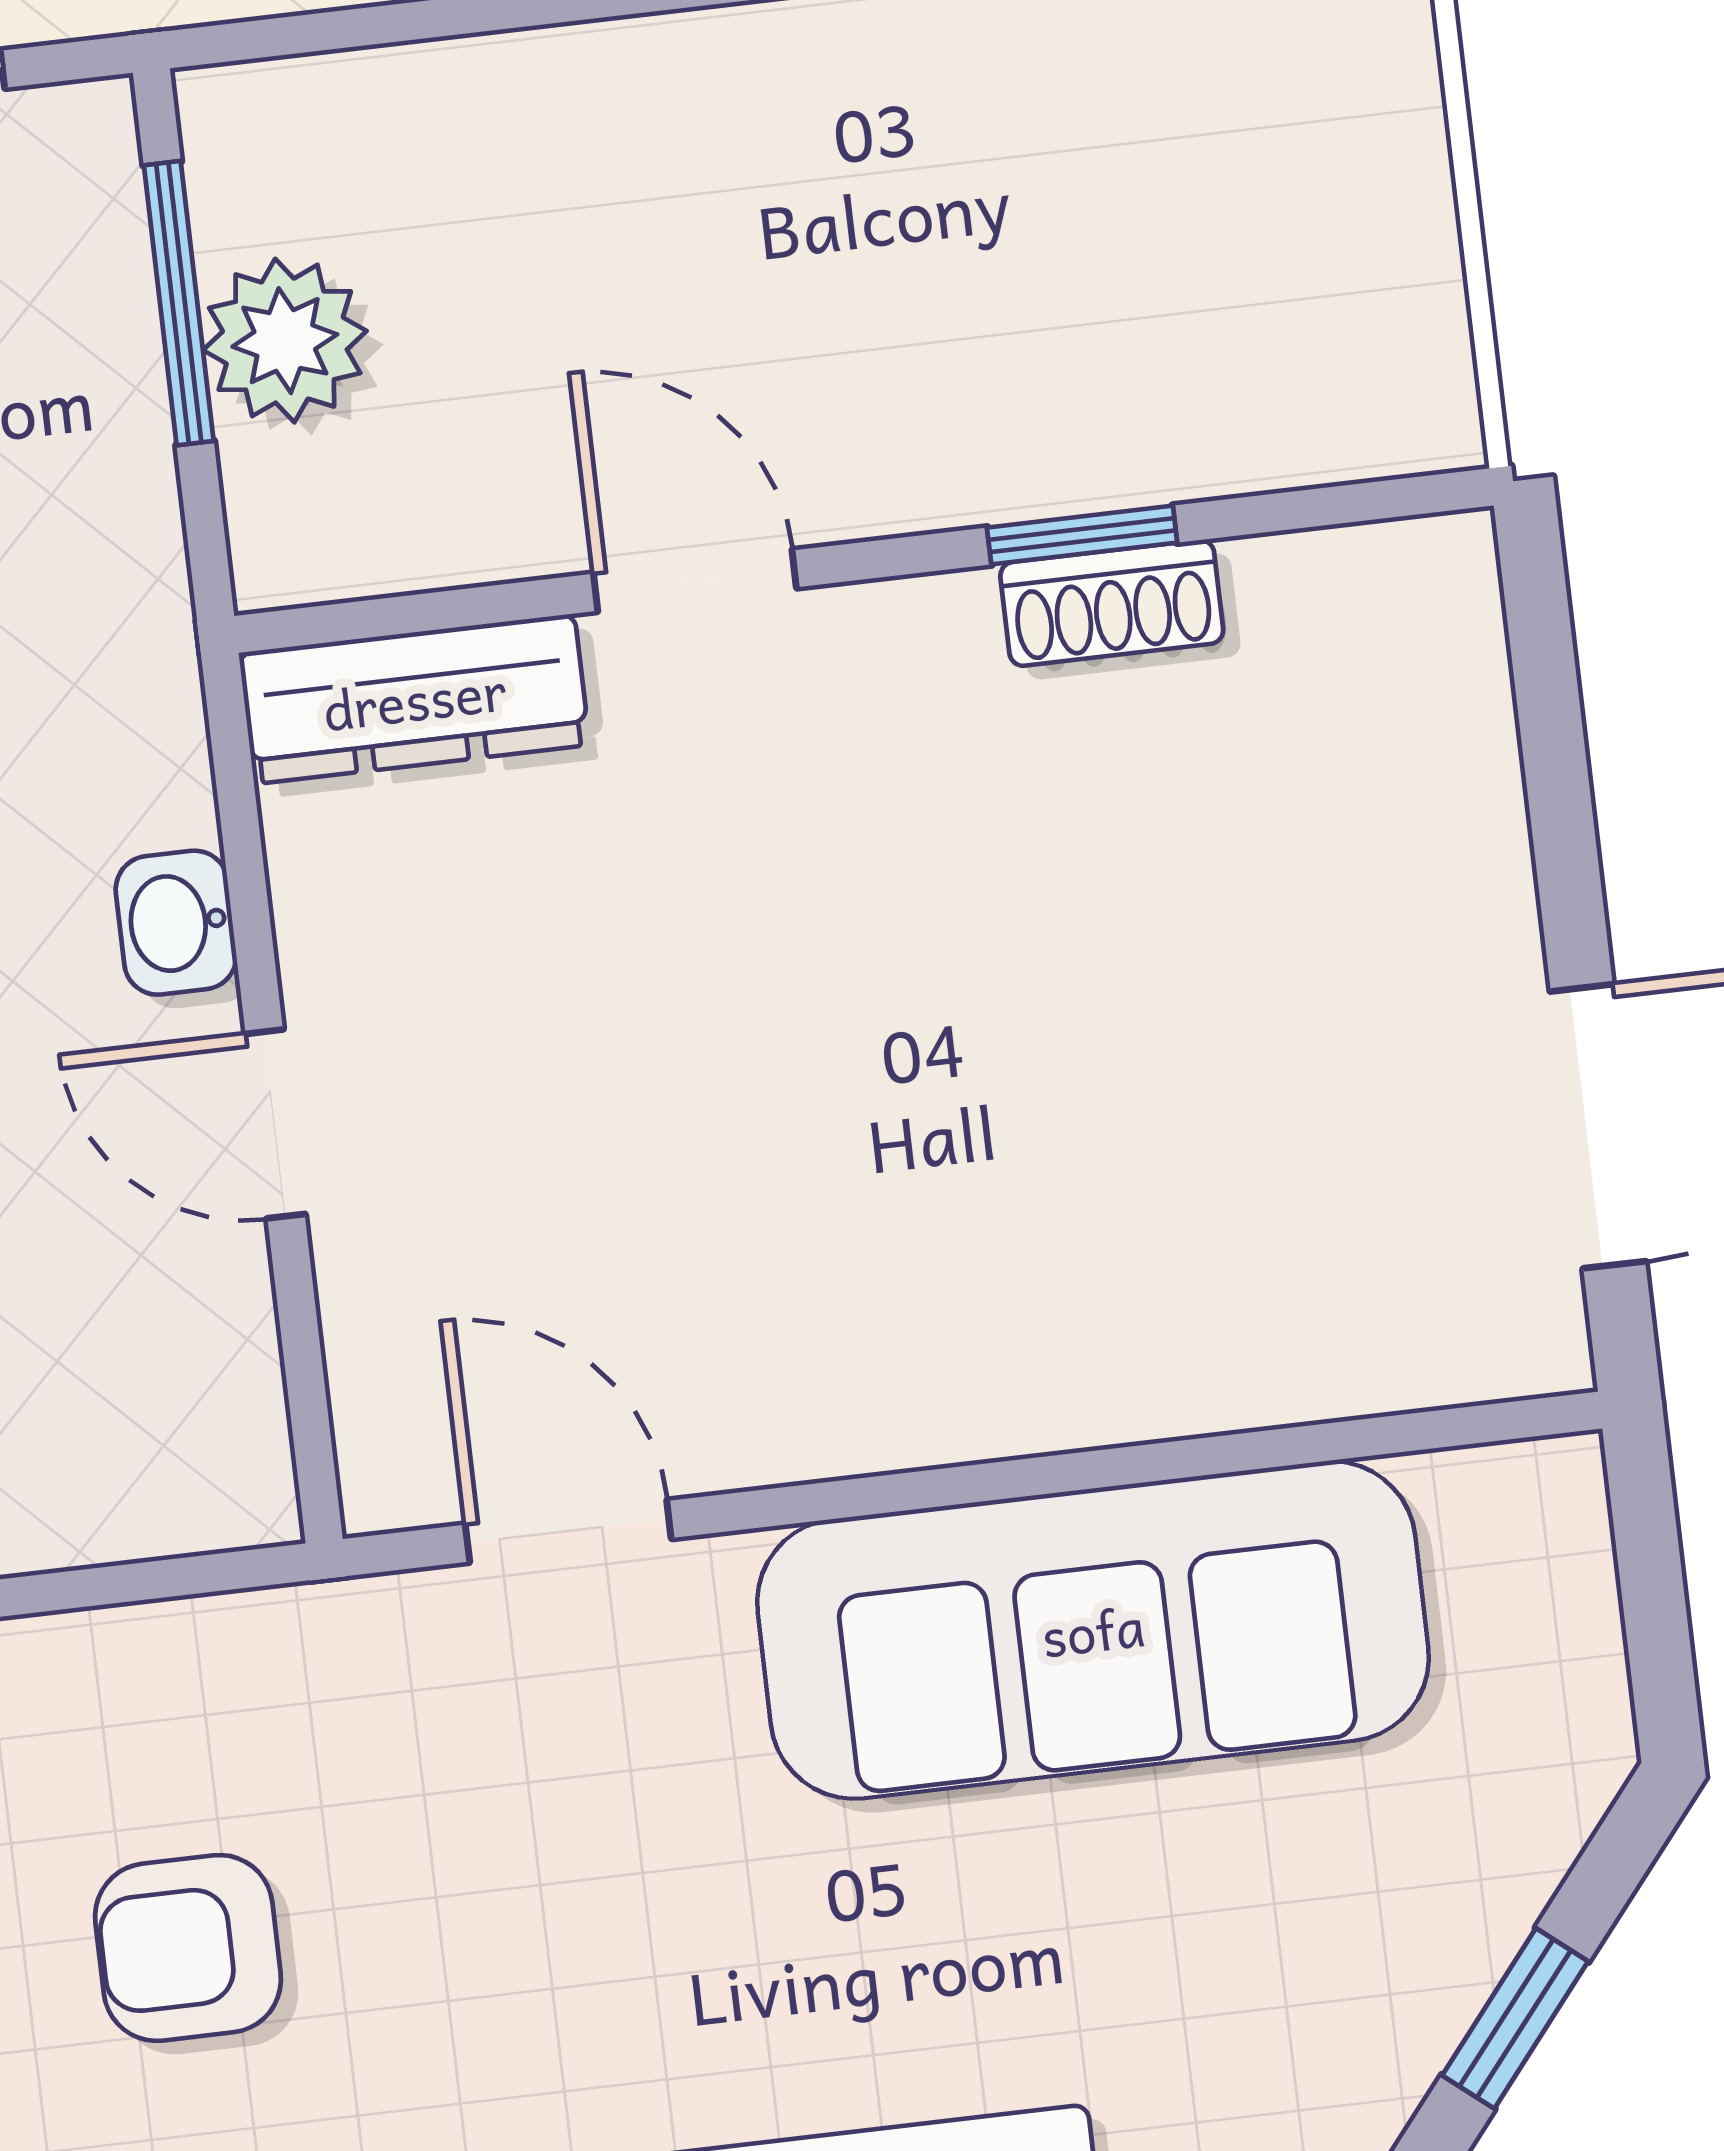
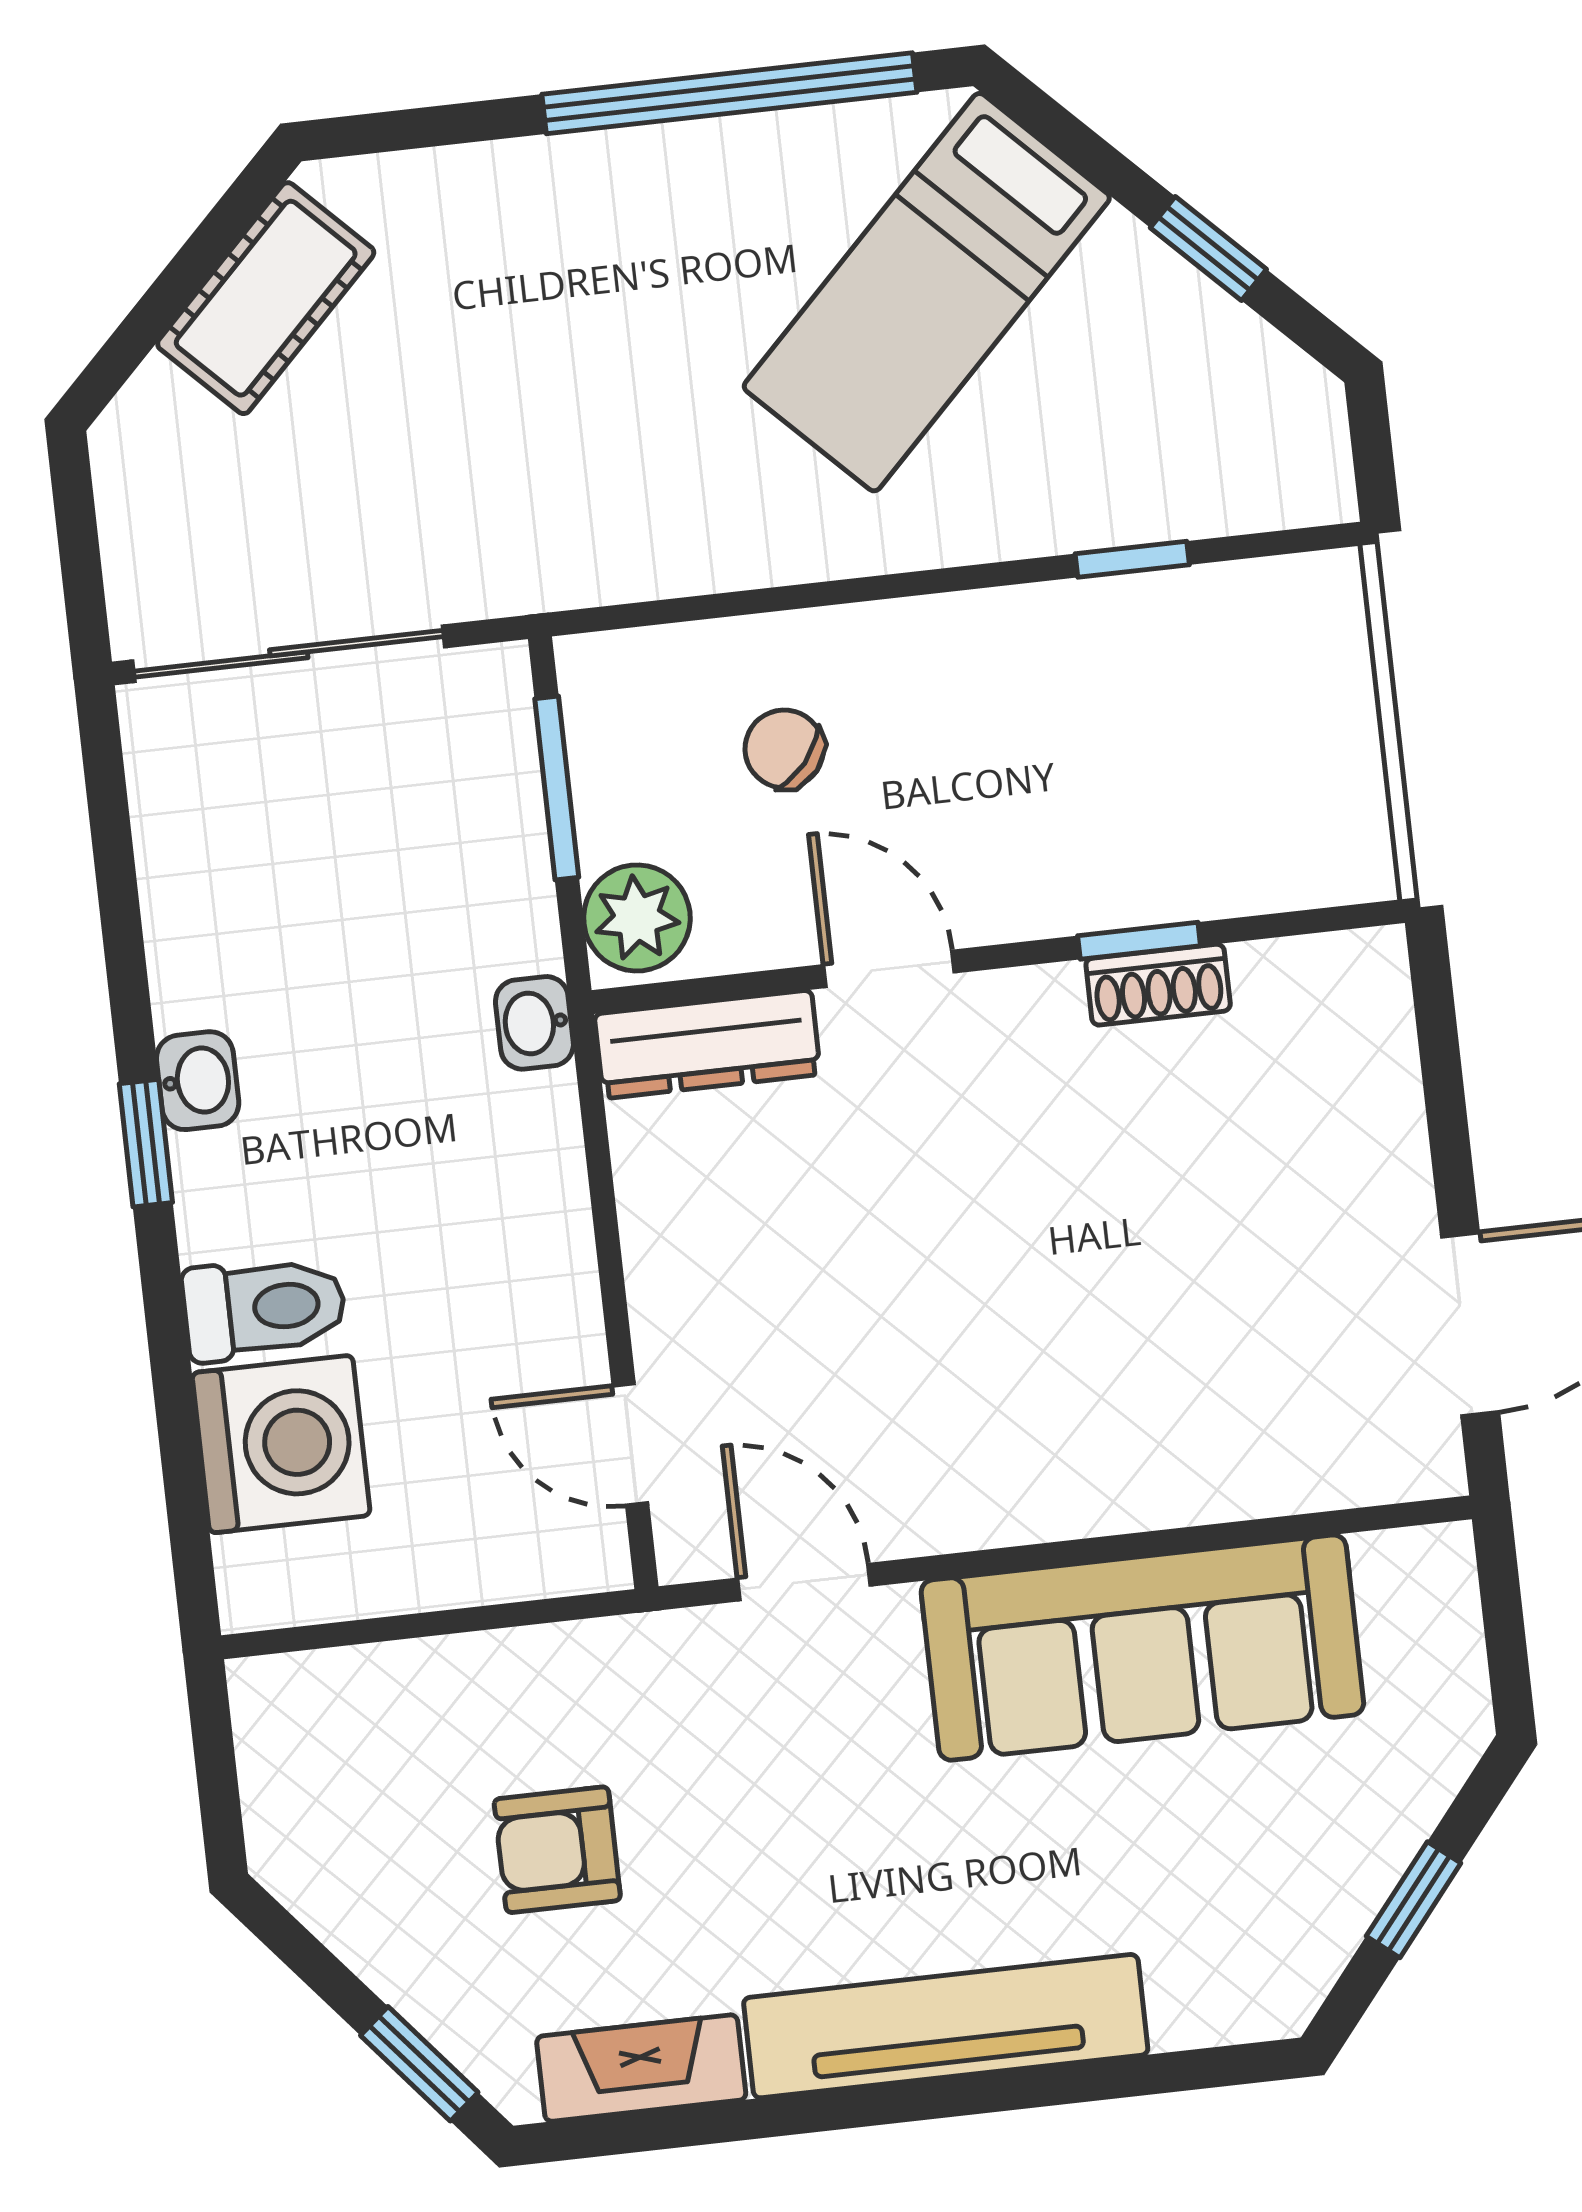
chair: (531, 241) -> (784, 749), added
plant: (285, 341) -> (637, 918), moved
washbasin: (176, 923) -> (534, 1023), moved
door: (275, 1124) -> (630, 1444), moved

